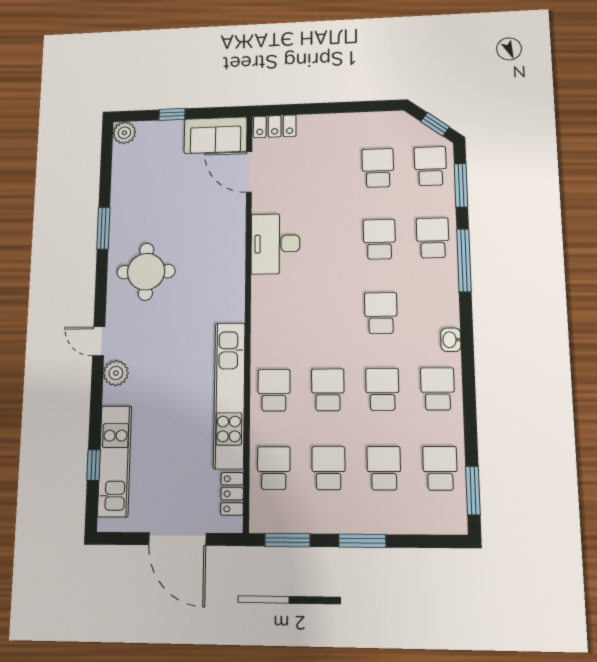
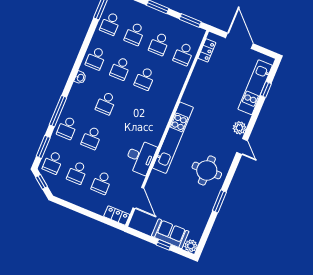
sofa: (215, 135) -> (170, 234), moved
school desk: (274, 390) -> (102, 183), moved
kitchen unit: (229, 395) -> (173, 138), moved

